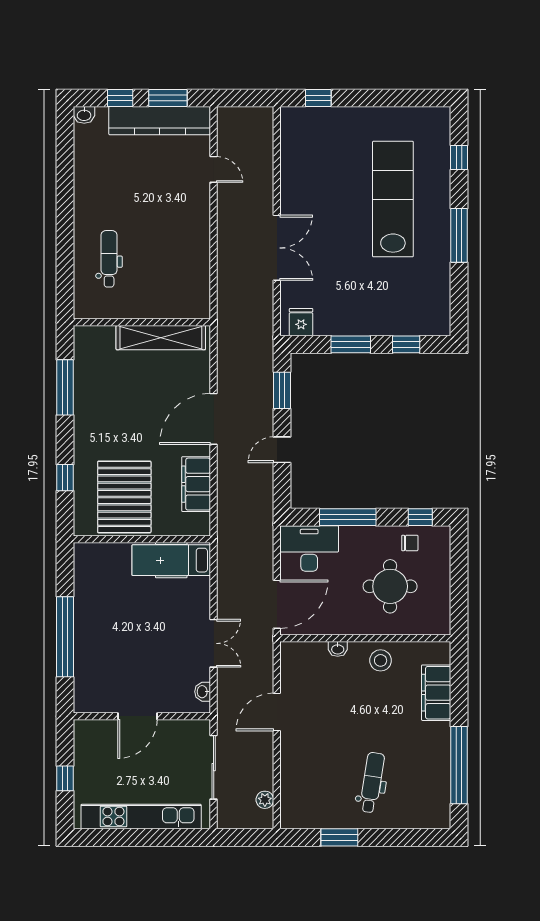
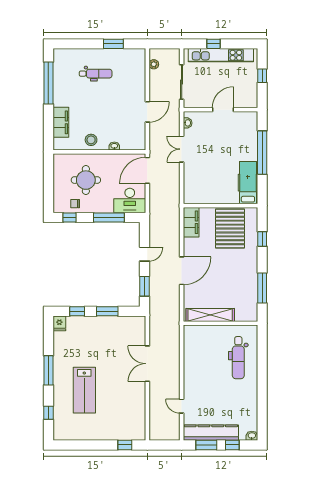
lab bench: (393, 199) -> (84, 390), width x0.73
dental chair: (109, 259) -> (238, 358), width x1.36, depth x1.38
fridge: (301, 322) -> (59, 323), moved
filing cabinet: (196, 484) -> (191, 222), moved
hospital bed: (171, 560) -> (248, 183), moved, turned -90
dental chair: (372, 783) -> (96, 74), turned -99
window: (155, 837) -> (214, 44), added

